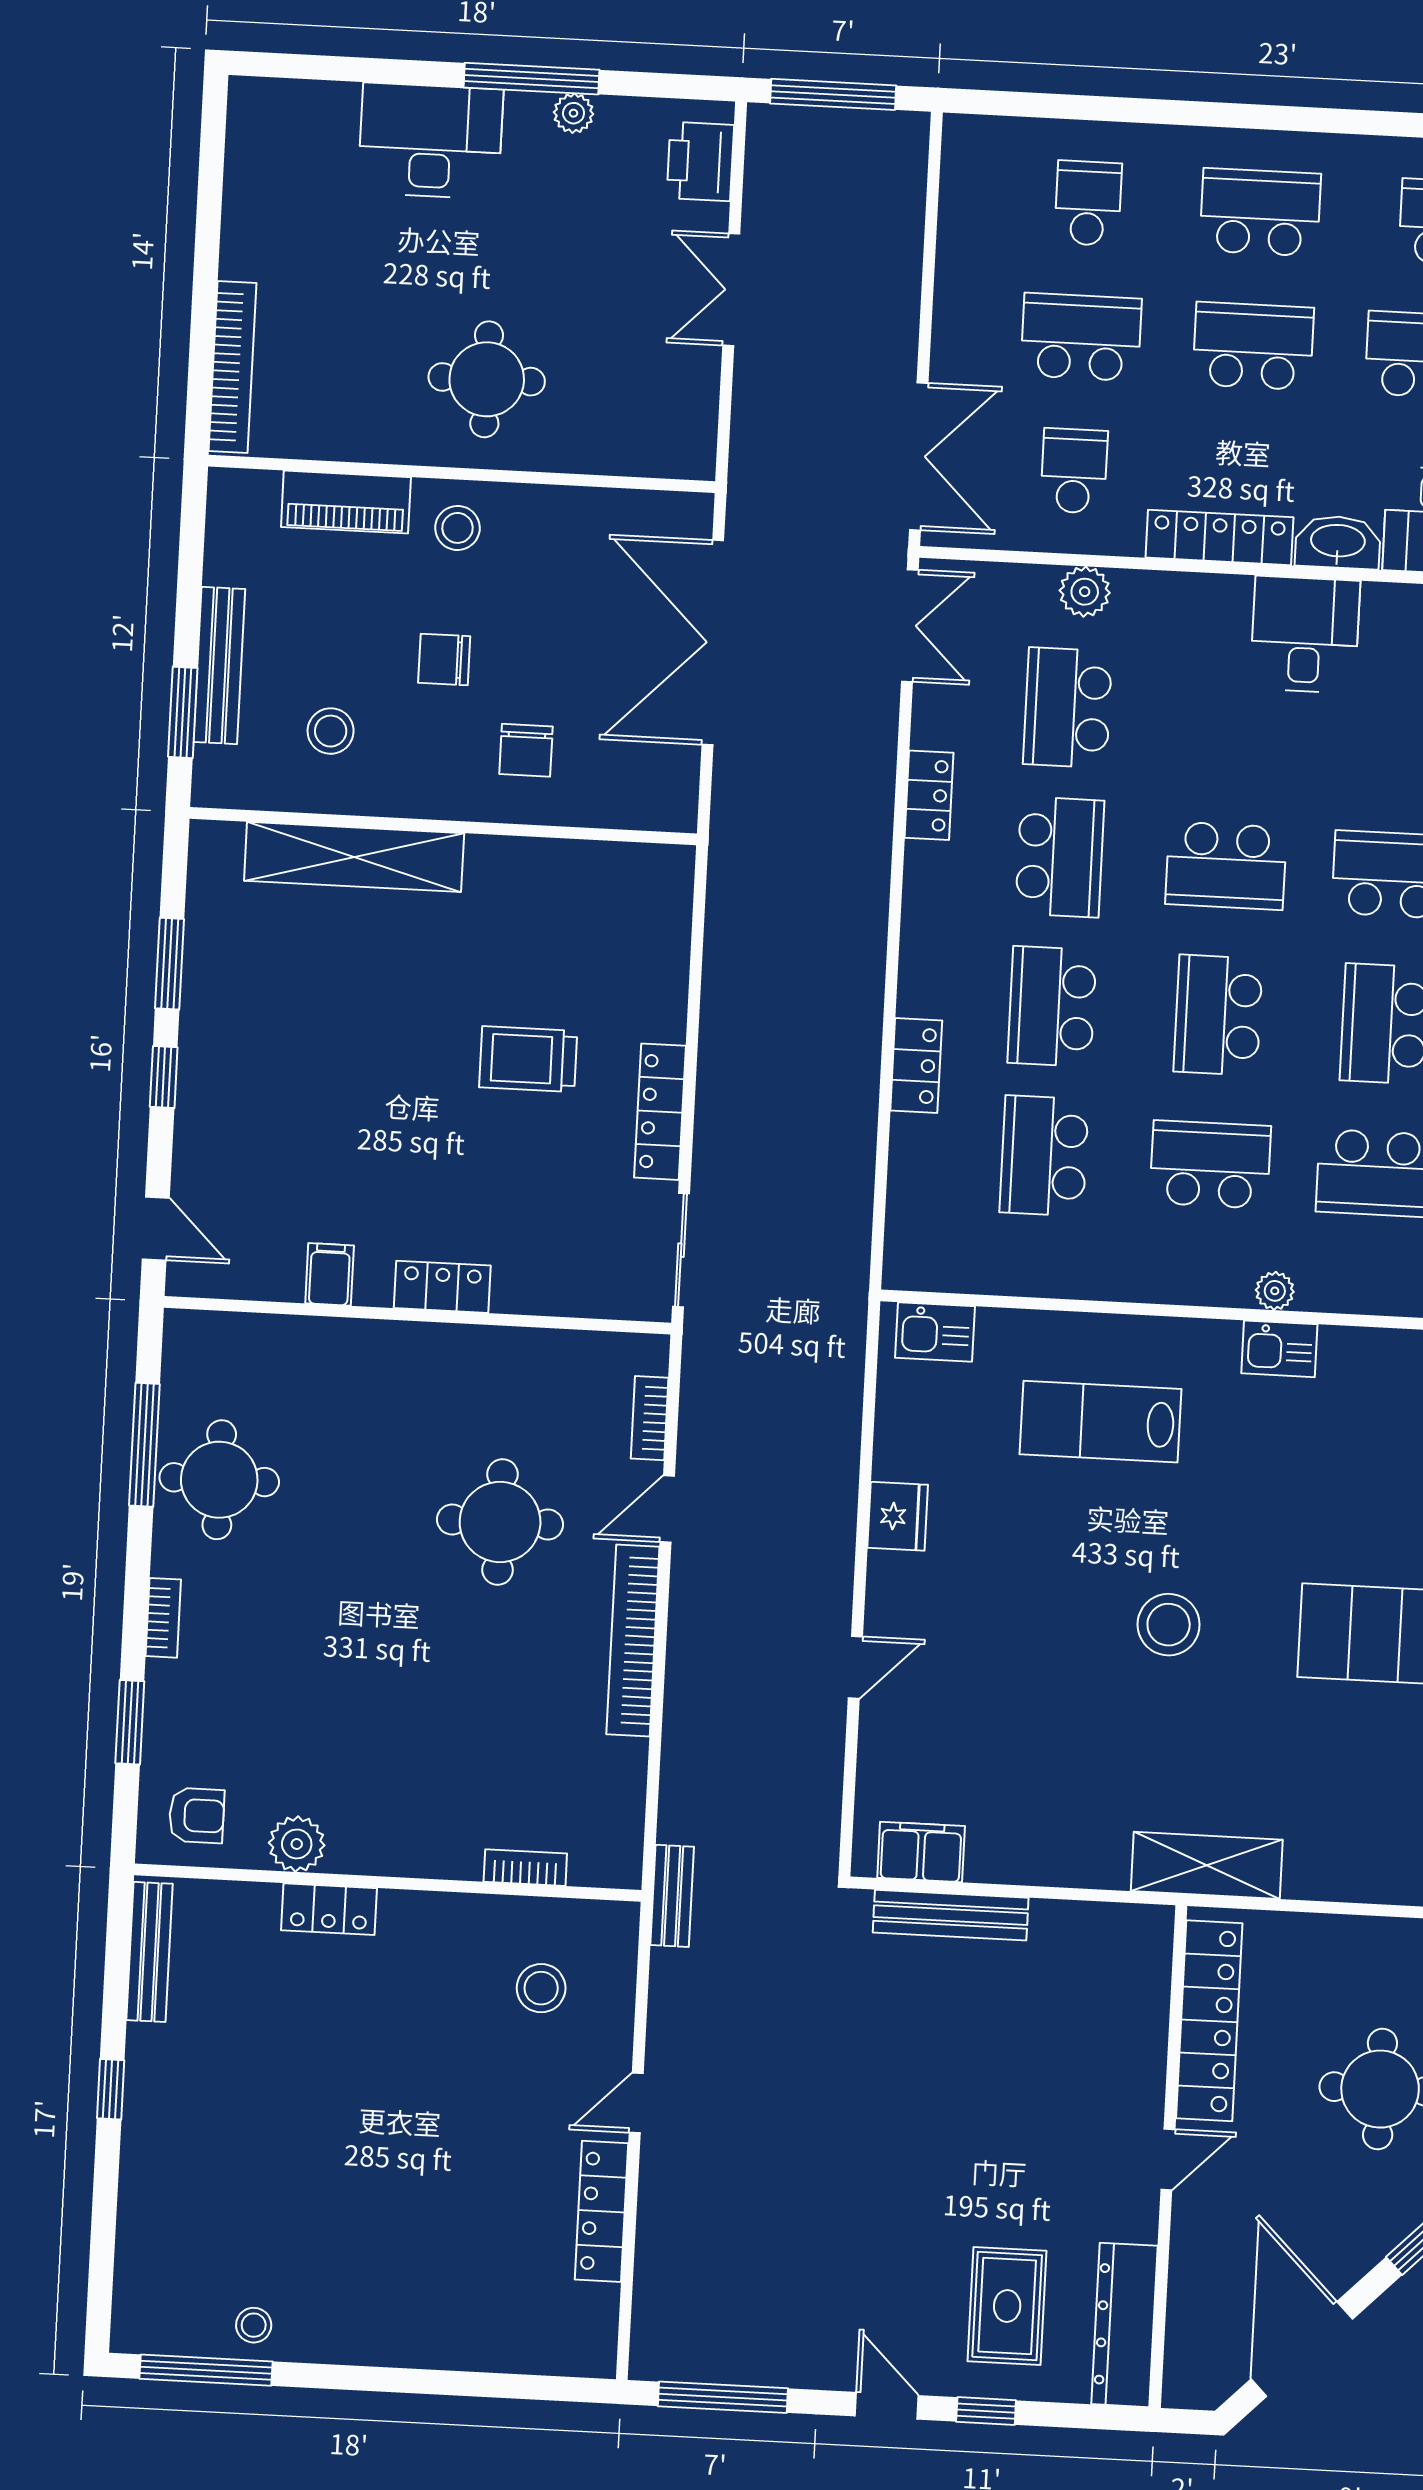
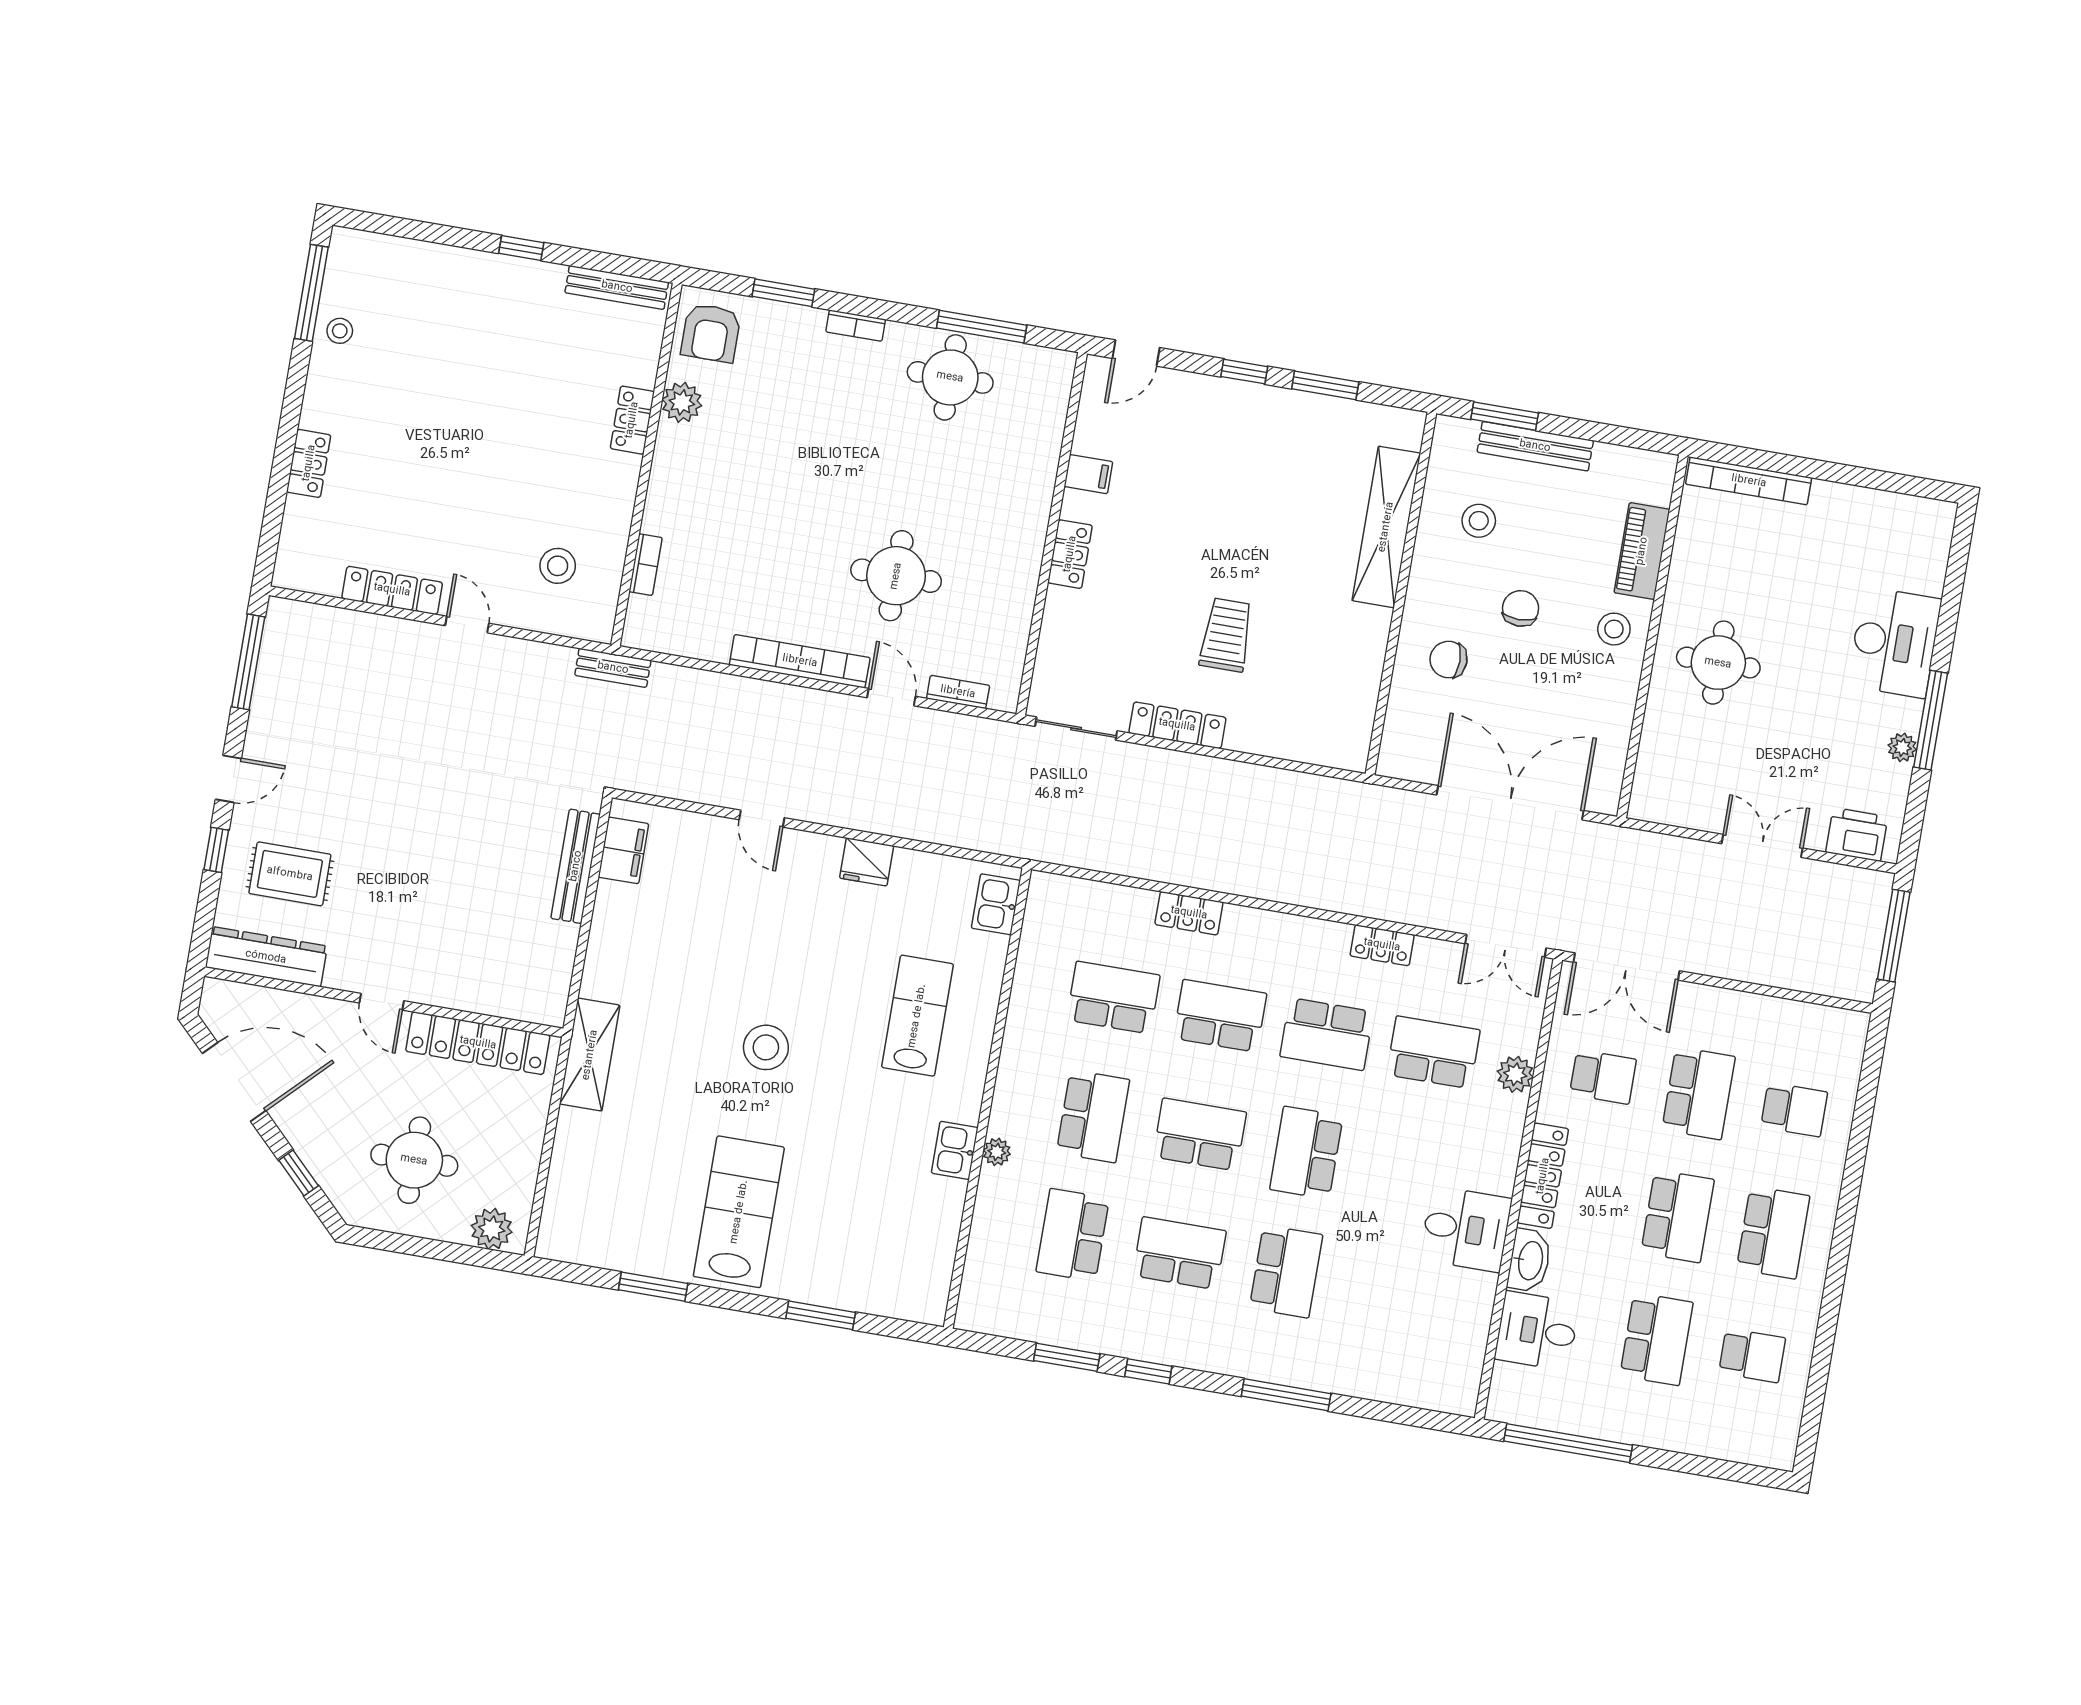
armchair: (197, 1815) -> (711, 333), width x1.38, depth x1.38
locker: (441, 2346) -> (309, 463), added

